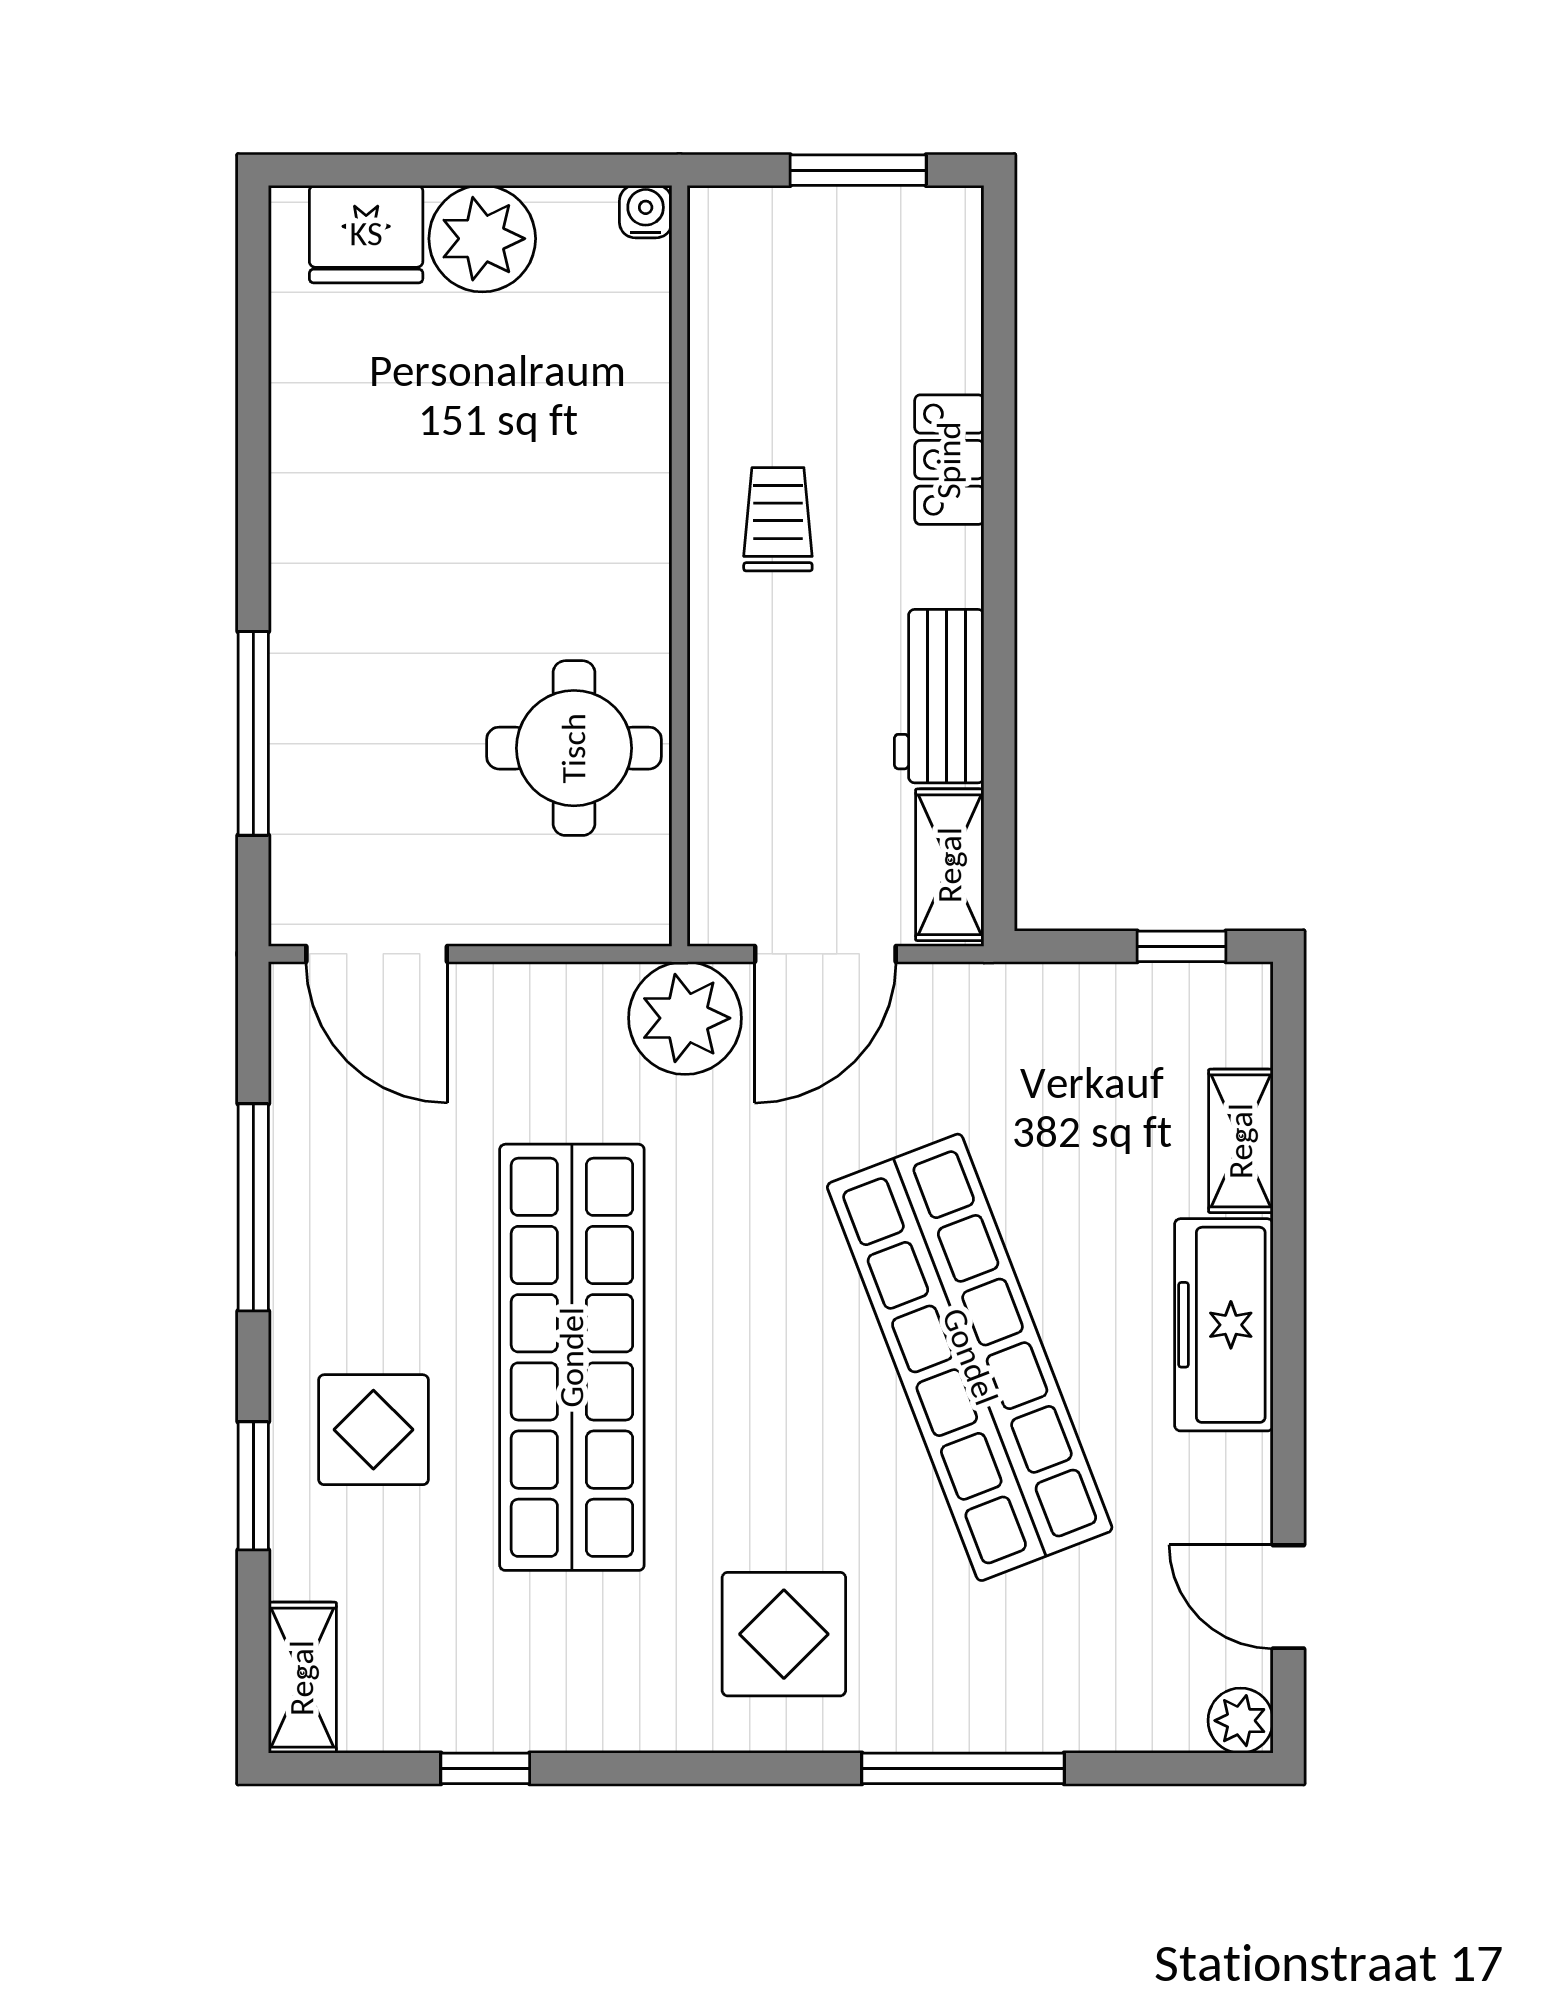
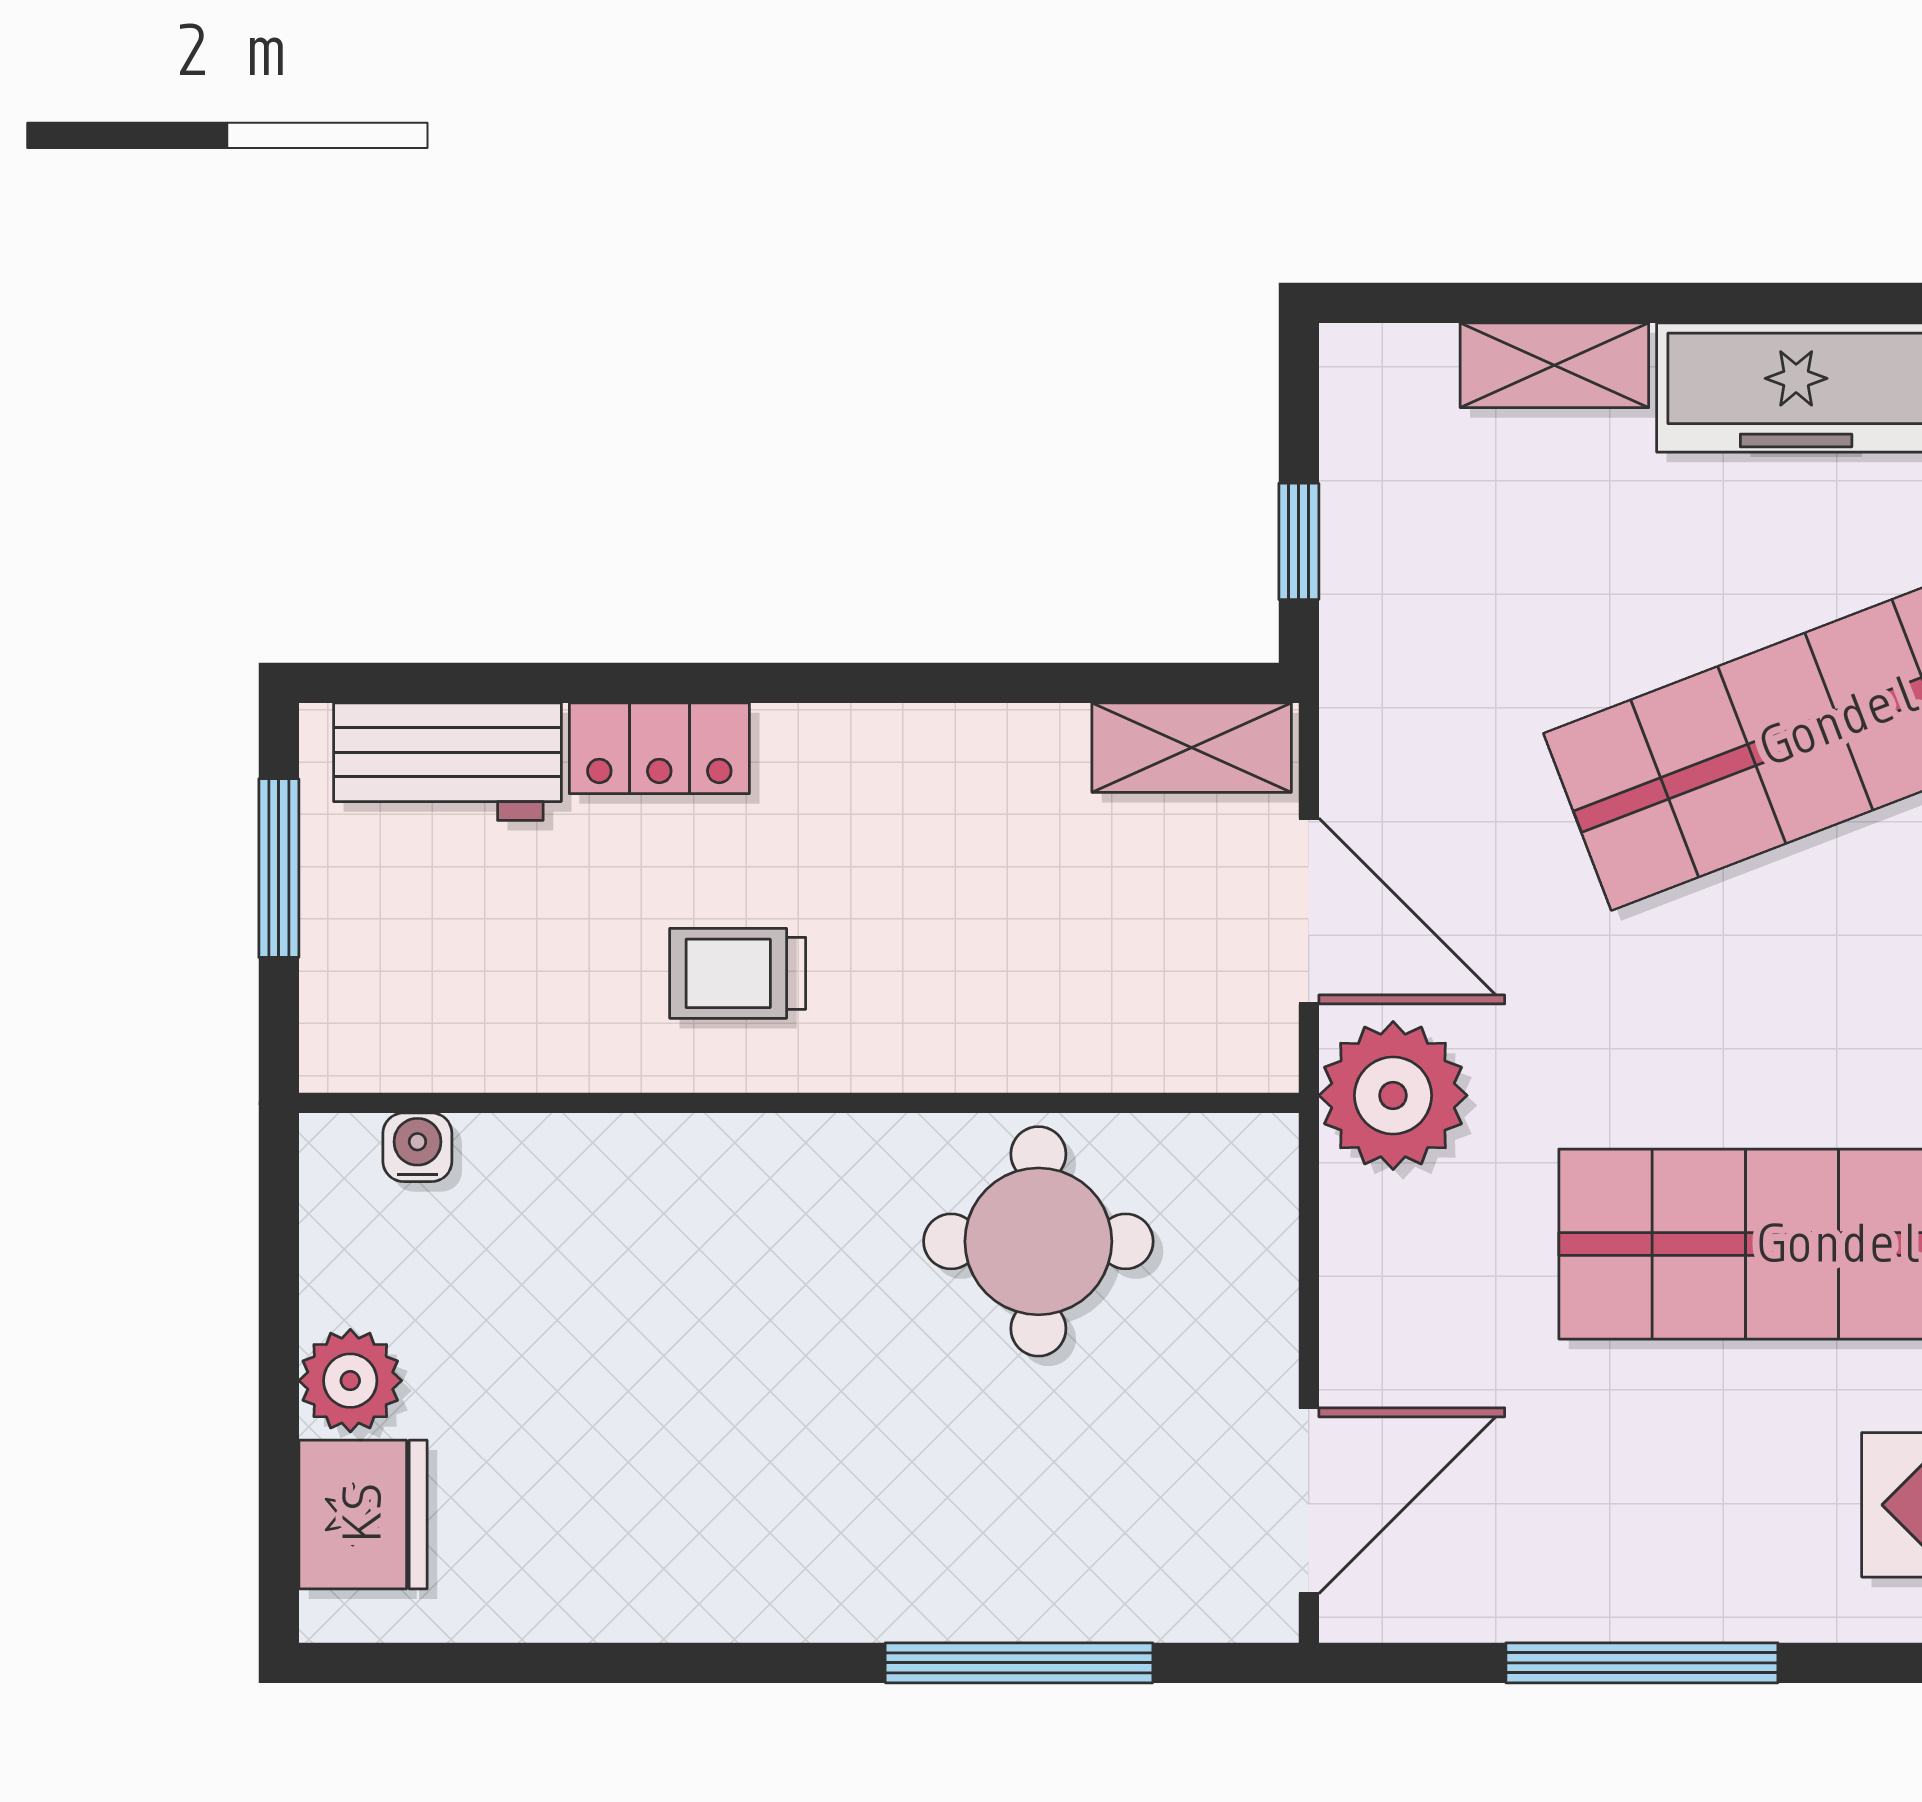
water cooler: (646, 212) -> (417, 1147), moved, turned 90
plant: (482, 239) -> (350, 1381), width x0.73, depth x0.73
workbench: (939, 696) -> (447, 762), moved
window: (1181, 946) -> (1299, 541), moved

